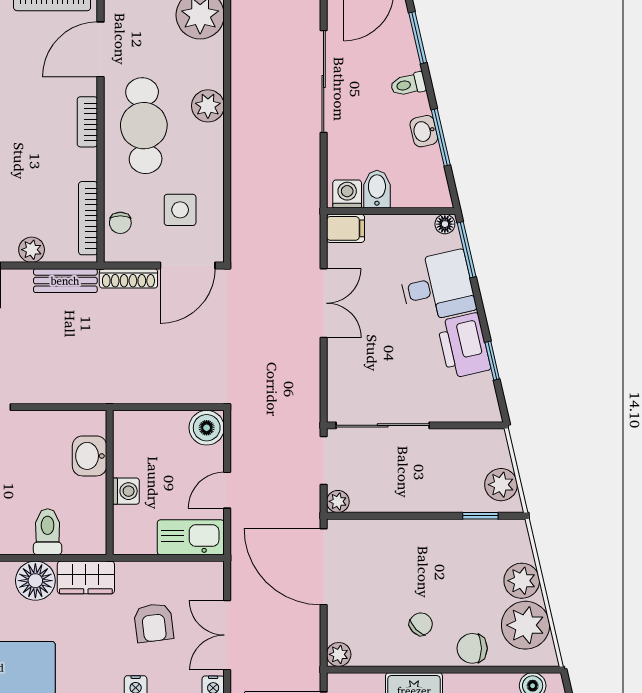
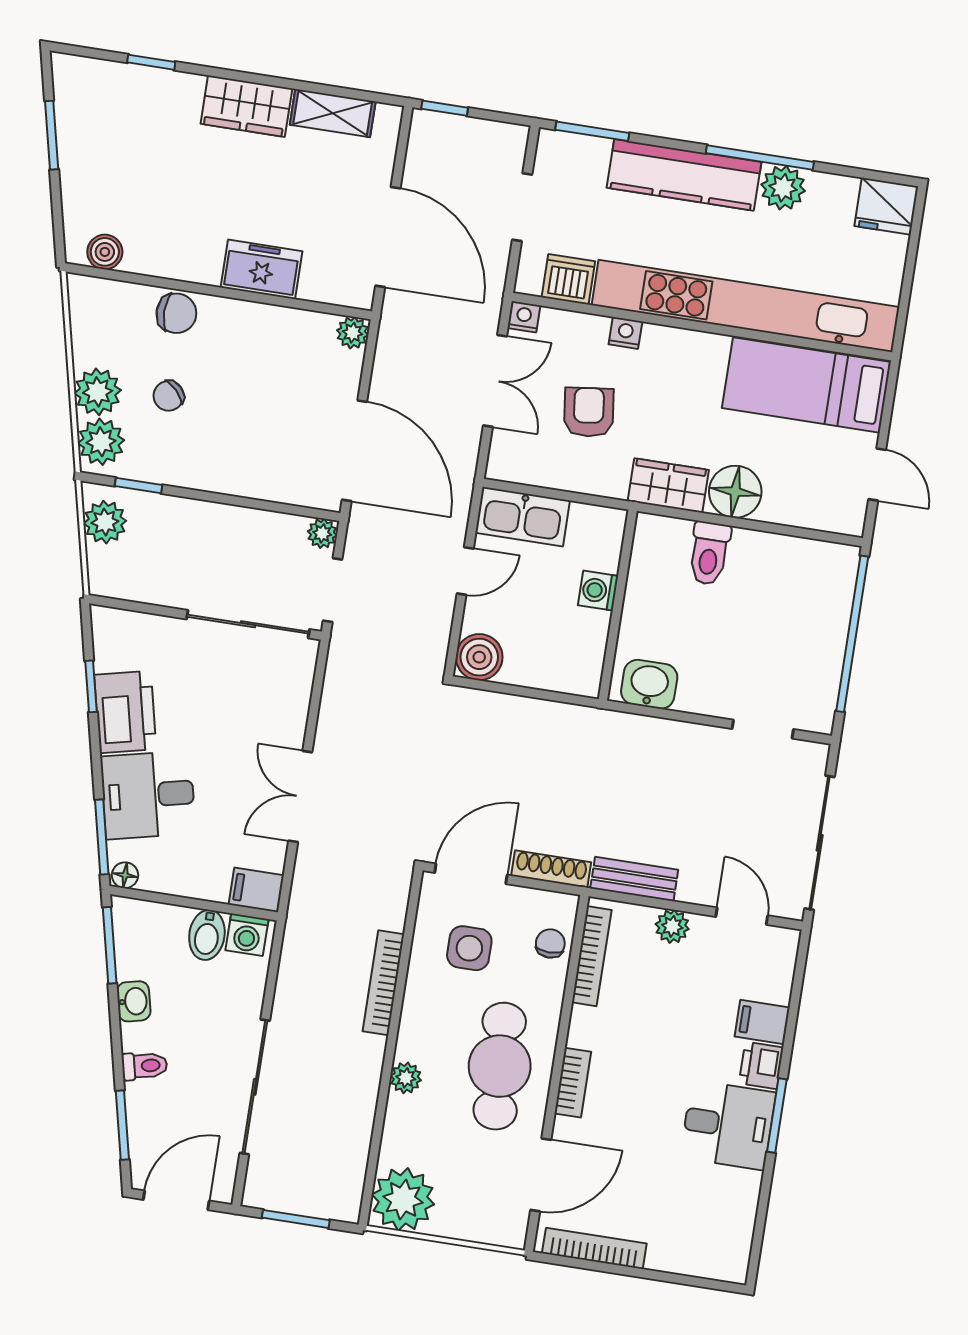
plant: (208, 106) -> (406, 1078), width x0.73, depth x0.73
window: (441, 137) -> (110, 945), moved
bookcase: (240, 174) -> (383, 983), added
washbasin: (89, 456) -> (649, 684), moved, turned -90
chair: (421, 624) -> (169, 396), moved
plant: (525, 625) -> (101, 442), moved, width x0.73, depth x0.73

